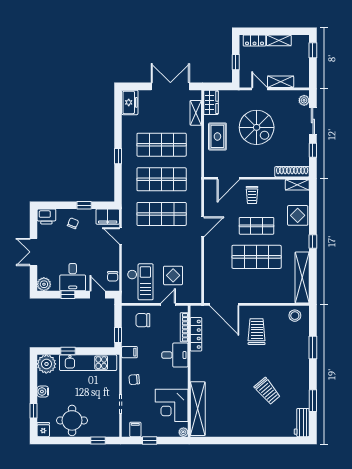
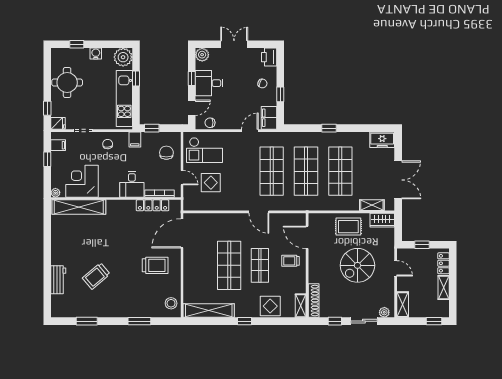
shelving: (281, 82) -> (403, 305), moved
door: (260, 89) -> (396, 268), hinge flipped
workbench: (302, 423) -> (58, 280), moved, turned 90
fridge: (43, 430) -> (58, 123), moved

